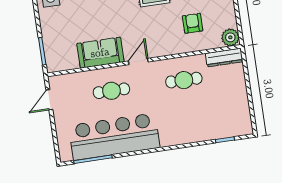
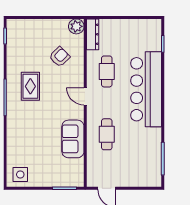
armchair: (193, 23) -> (60, 57), turned 135
door: (138, 62) -> (85, 96), moved
bar counter: (114, 137) -> (146, 89), moved

